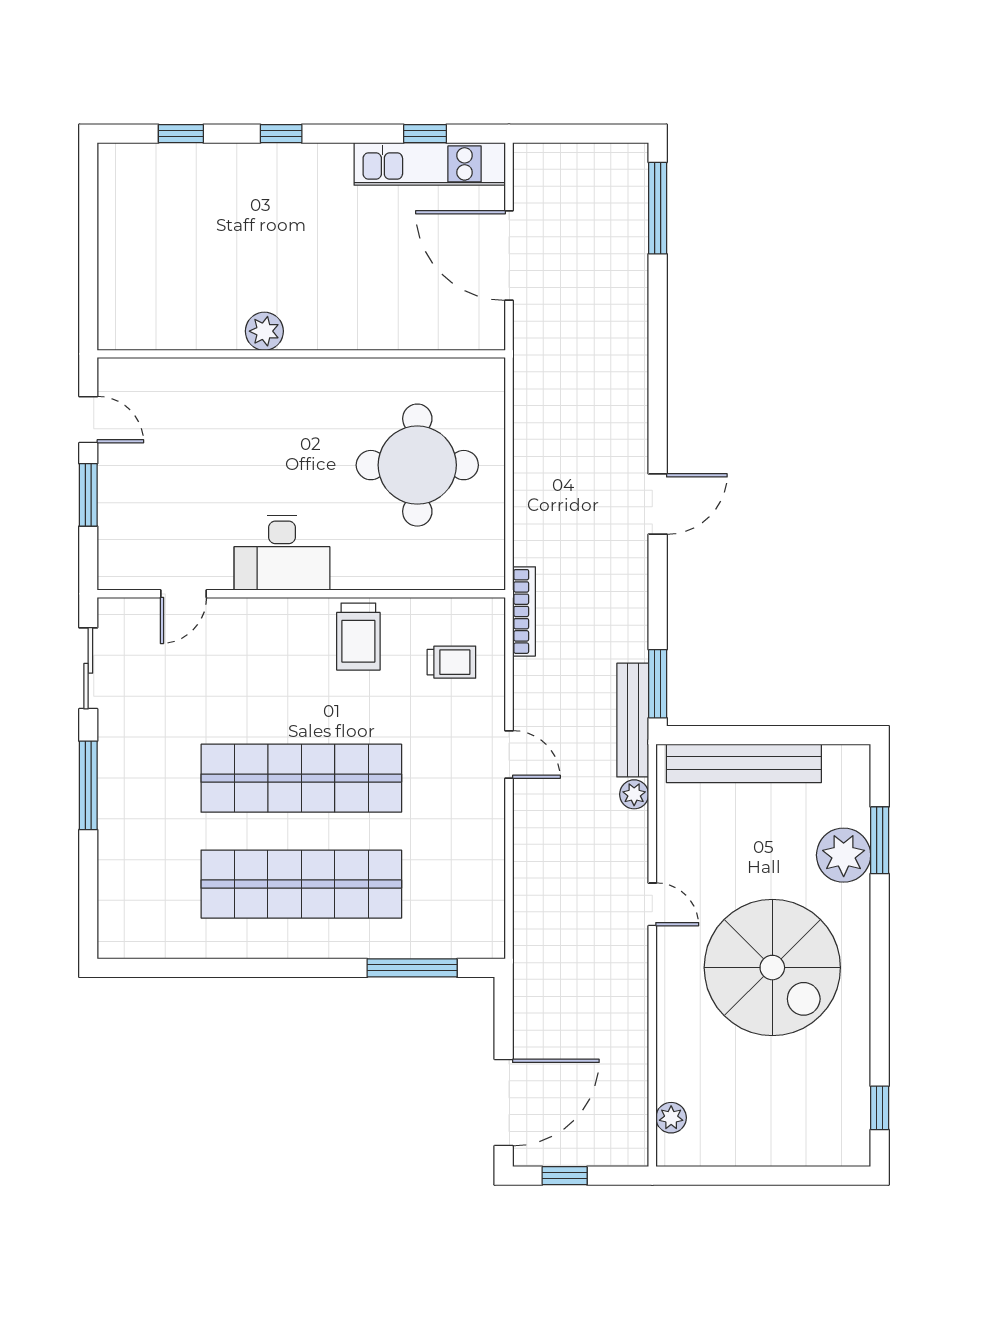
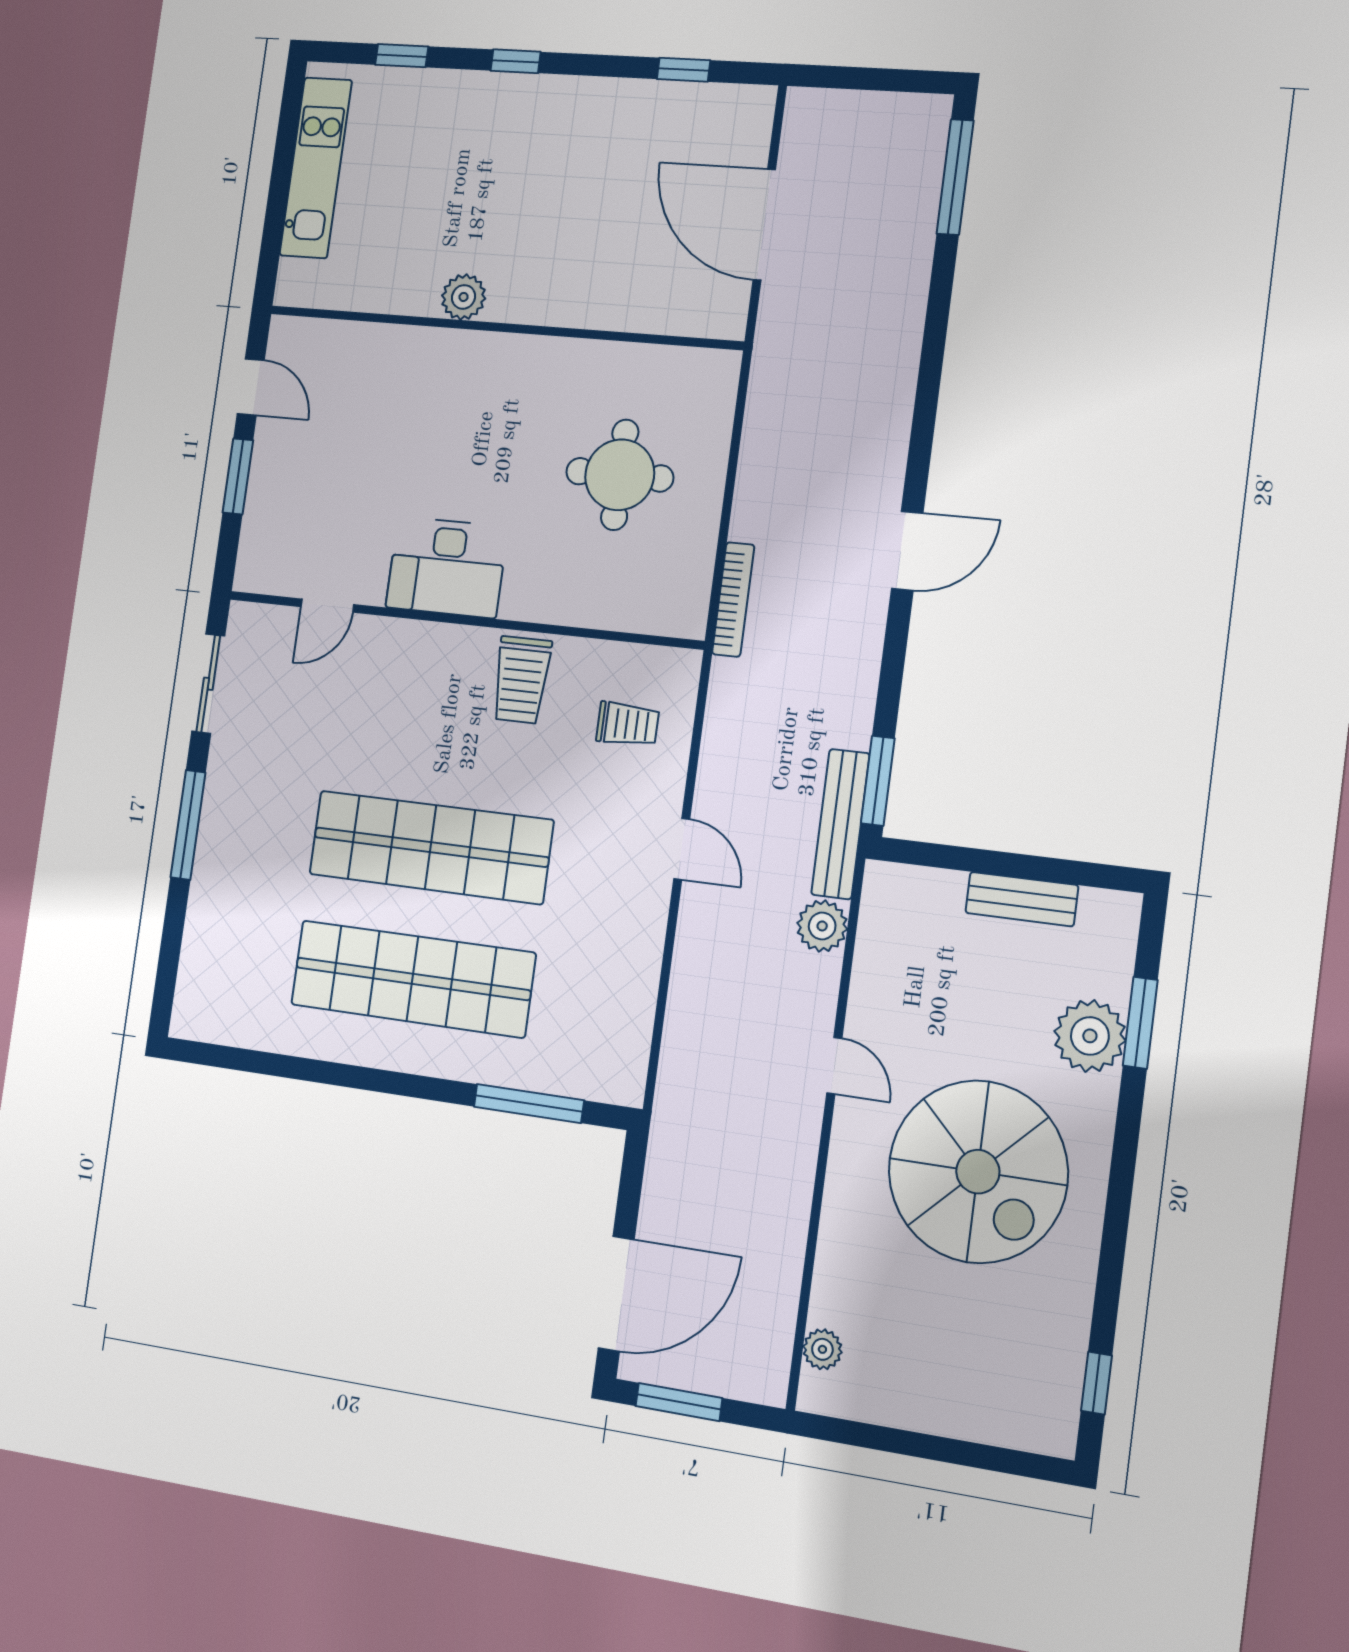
kitchen unit: (430, 164) -> (316, 168), moved, turned -90
round table: (417, 465) -> (620, 475), width x0.73, depth x0.73
bookcase: (524, 611) -> (733, 599), moved
bench: (744, 763) -> (1022, 899), width x0.54, depth x0.82
plant: (634, 794) -> (822, 926), width x1.38, depth x1.38
window: (565, 1176) -> (679, 1402), width x1.50

